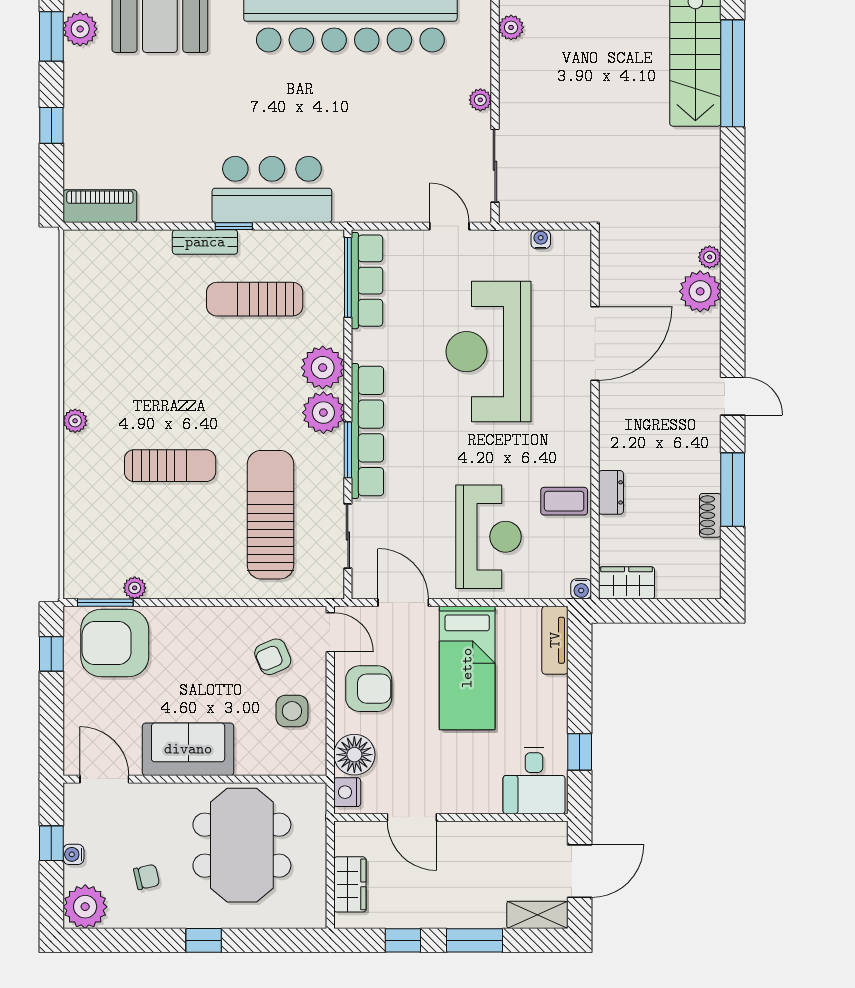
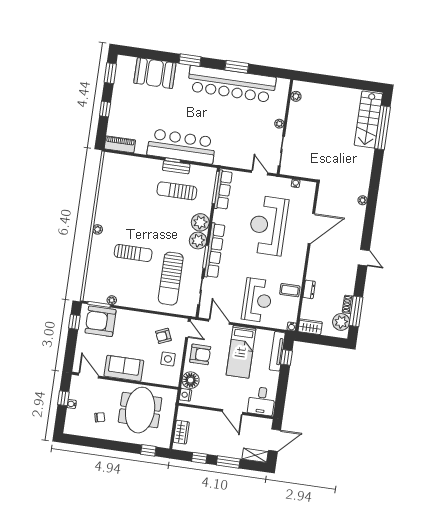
plant: (80, 29) -> (122, 72), removed
bar counter: (272, 189) -> (181, 146), width x1.36
bench: (205, 242) -> (176, 167), moved
plant: (700, 291) -> (341, 322), moved
window: (733, 490) -> (356, 311), moved
sun lounger: (270, 515) -> (171, 279), turned 180
tv unit: (555, 640) -> (277, 351), width x1.41
window: (580, 752) -> (287, 357), moved
door: (412, 817) -> (232, 412), moved
plant: (85, 907) -> (73, 426), removed
window: (204, 940) -> (148, 450), moved

